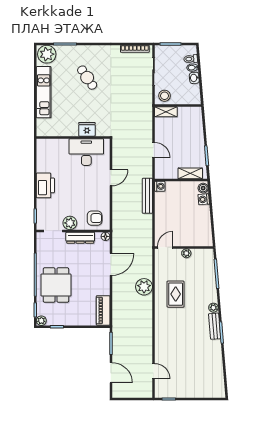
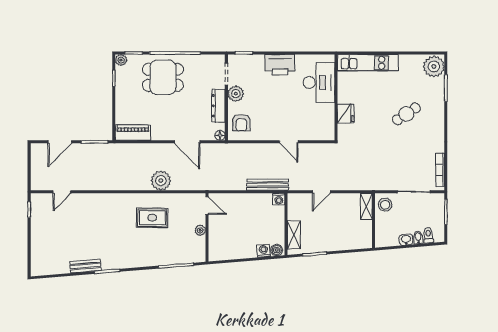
kitchen unit: (44, 92) -> (368, 63), moved
desk: (86, 152) -> (319, 82), moved
plant: (213, 308) -> (136, 262), removed
bench: (215, 326) -> (85, 266), moved

